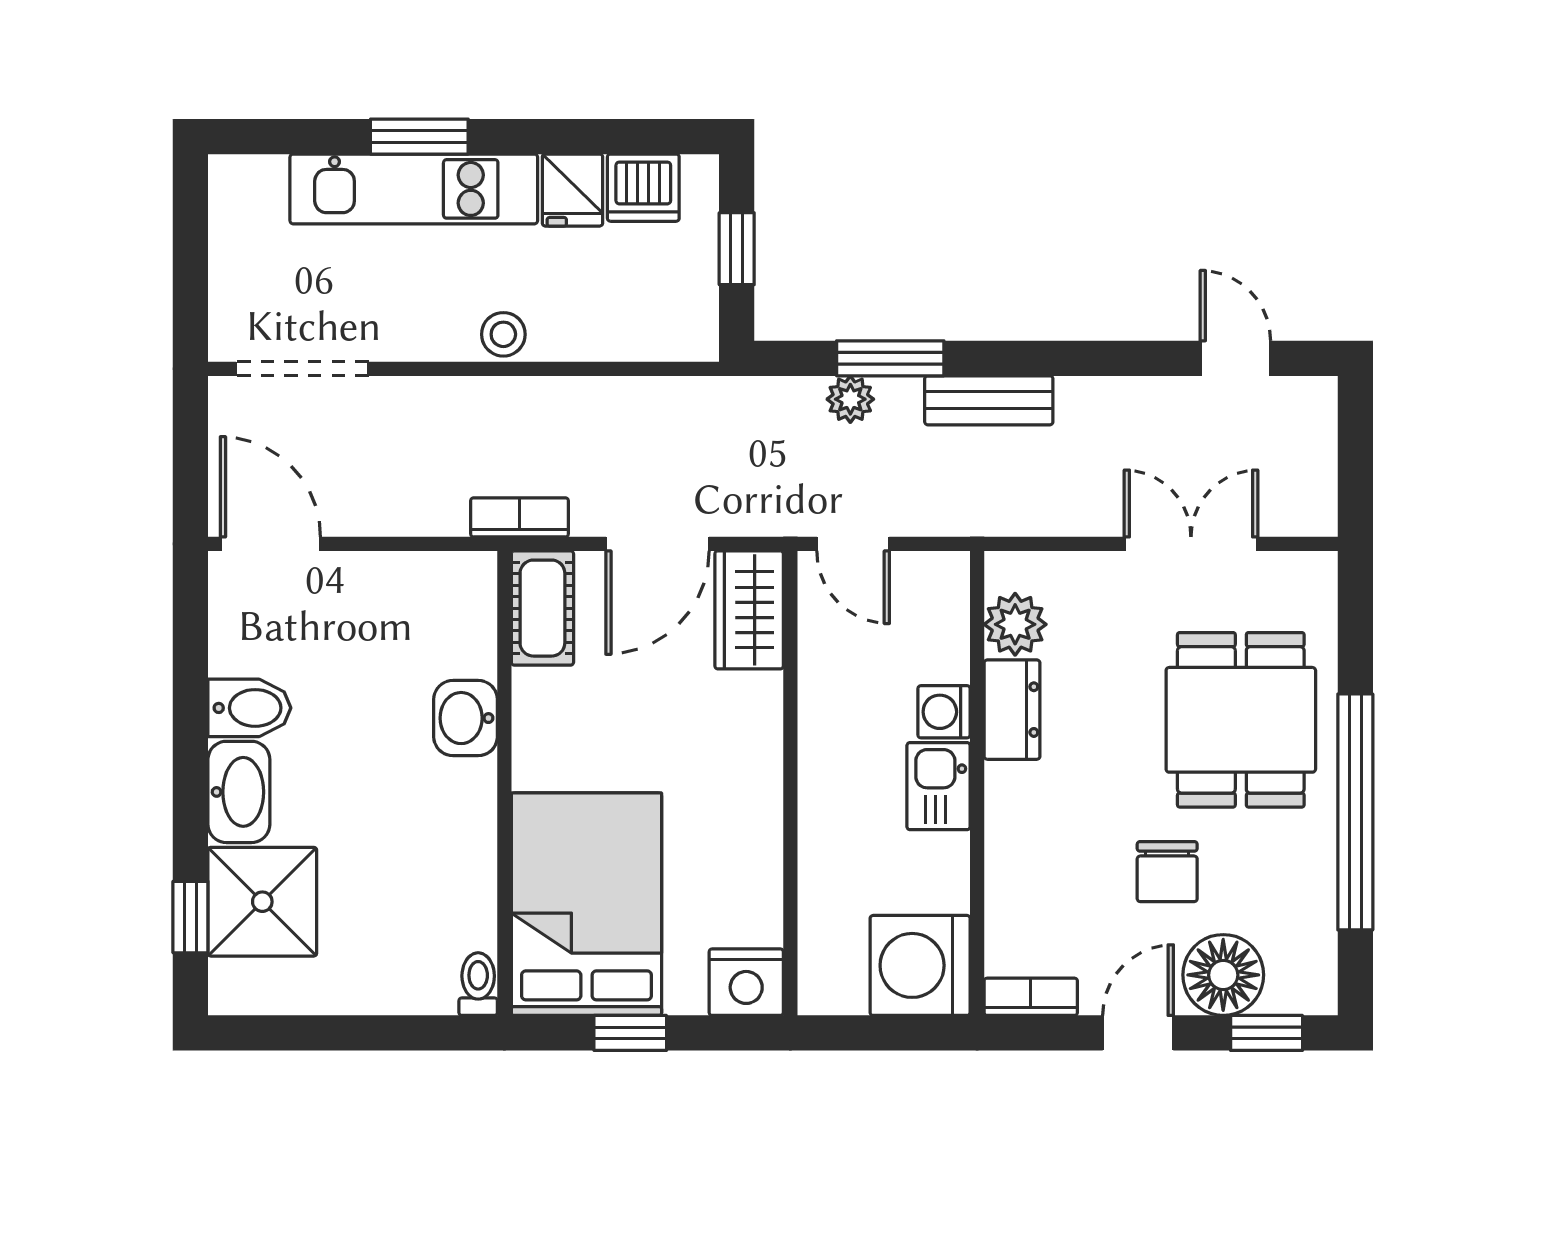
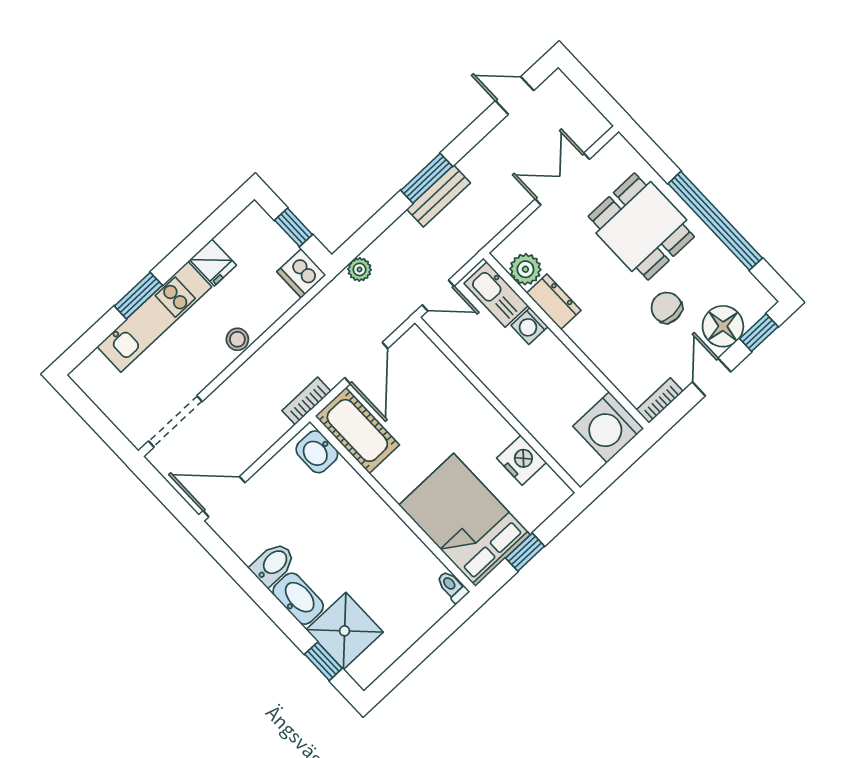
dishwasher: (643, 188) -> (301, 273), moved, turned 90
window: (890, 358) -> (427, 178), moved
plant: (850, 399) -> (359, 269), moved
cot: (542, 608) -> (357, 430), width x1.37, depth x1.34
wardrobe: (749, 610) -> (423, 356), removed
washbasin: (466, 718) -> (317, 452), moved
kitchen sink: (939, 786) -> (496, 294), moved, width x1.38
chair: (1167, 872) -> (667, 308), turned 180
nightstand: (746, 982) -> (521, 460), moved, turned -90

